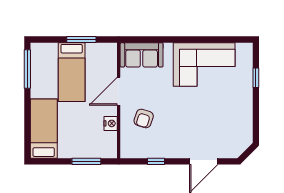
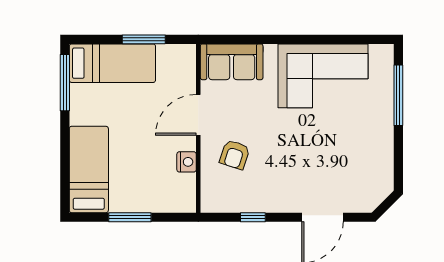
bed: (72, 72) -> (112, 63), moved, turned -90
window: (256, 78) -> (398, 95), width x2.17
window: (86, 161) -> (130, 217), moved

